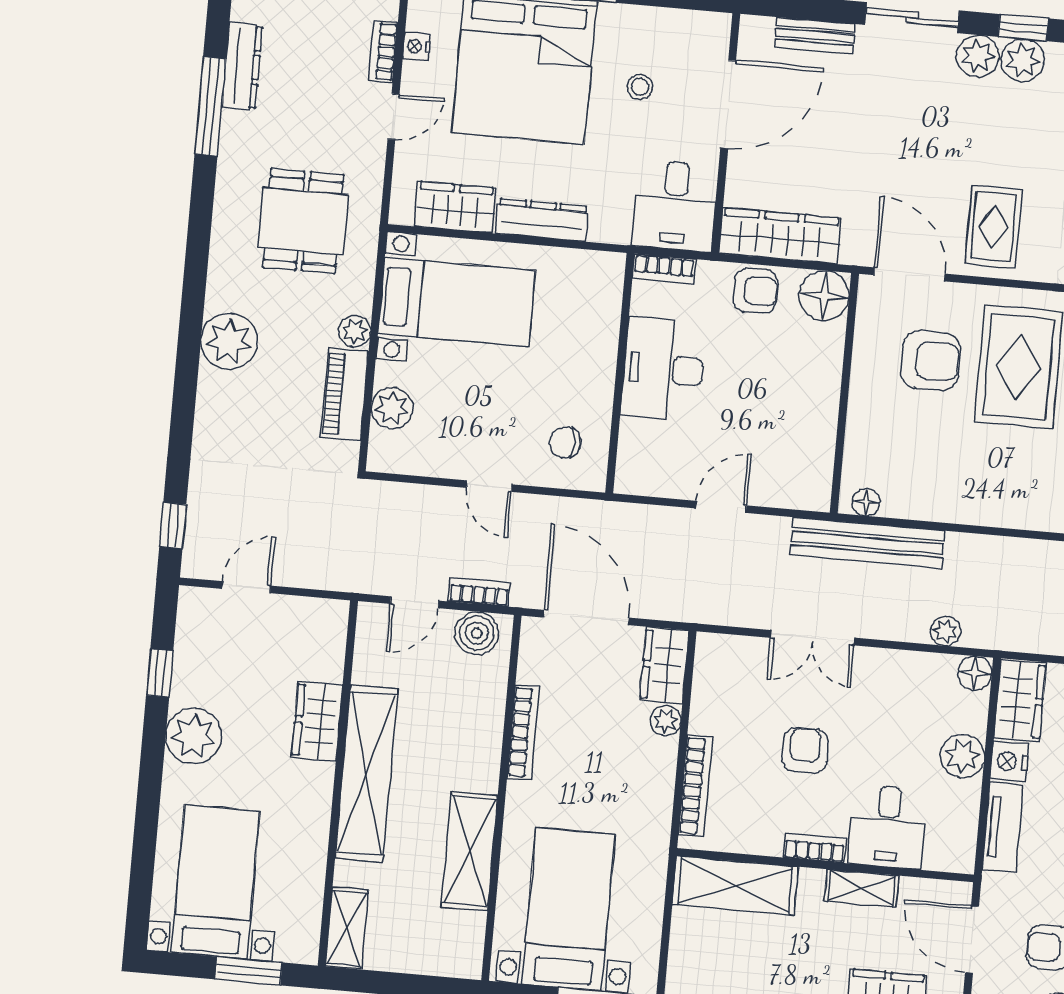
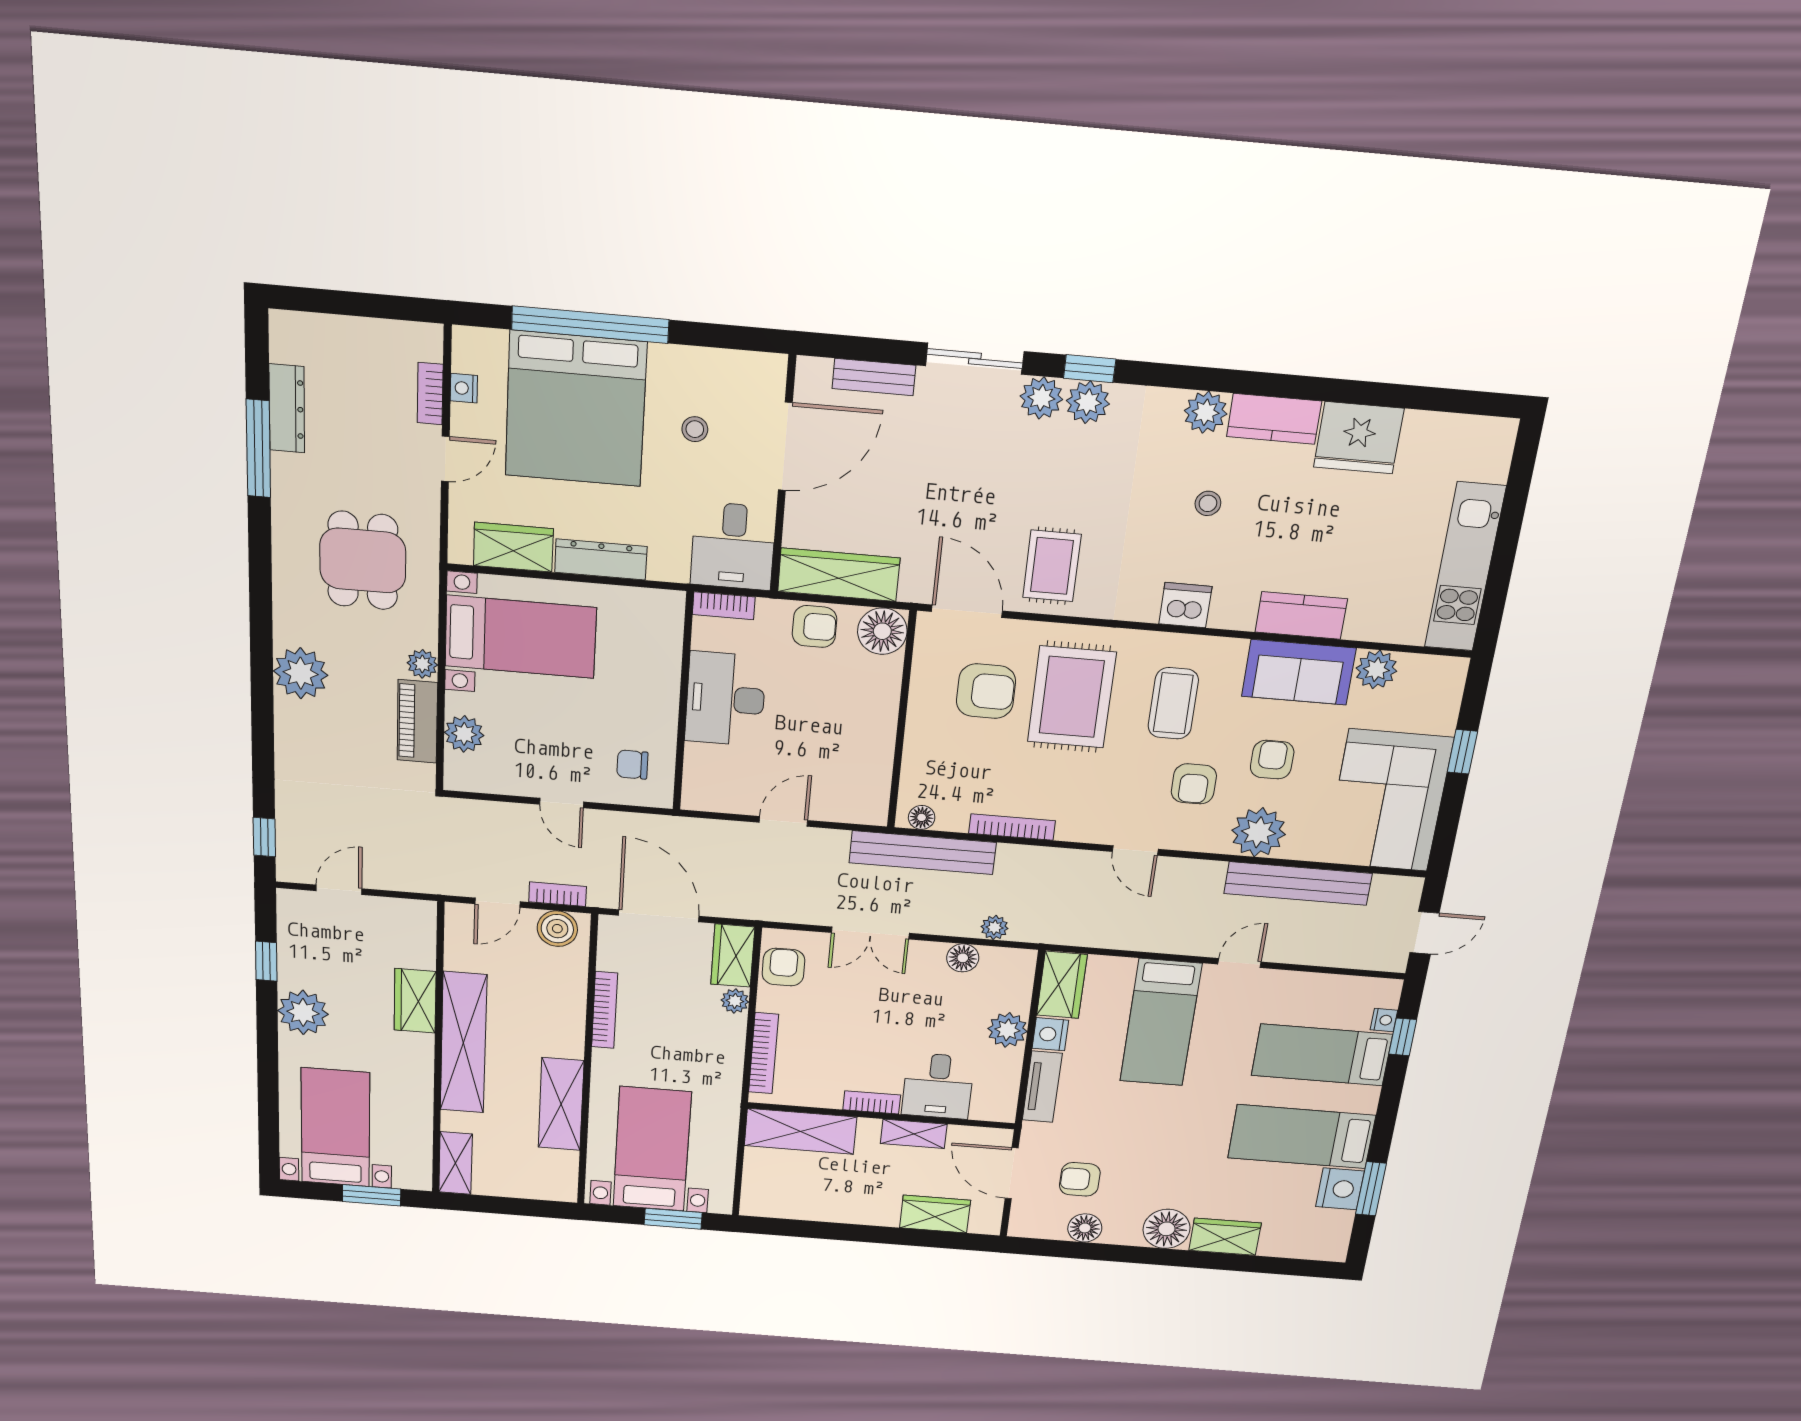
bookcase: (961, 513) -> (1012, 827), added
floor lamp: (975, 673) -> (963, 958), moved
armchair: (805, 750) -> (783, 967), moved

